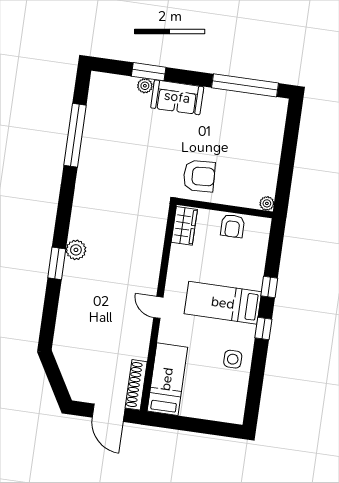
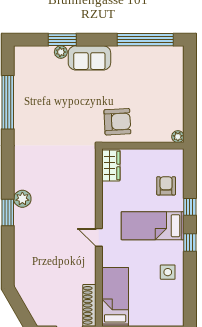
armchair: (233, 226) -> (166, 186), moved, turned 180

